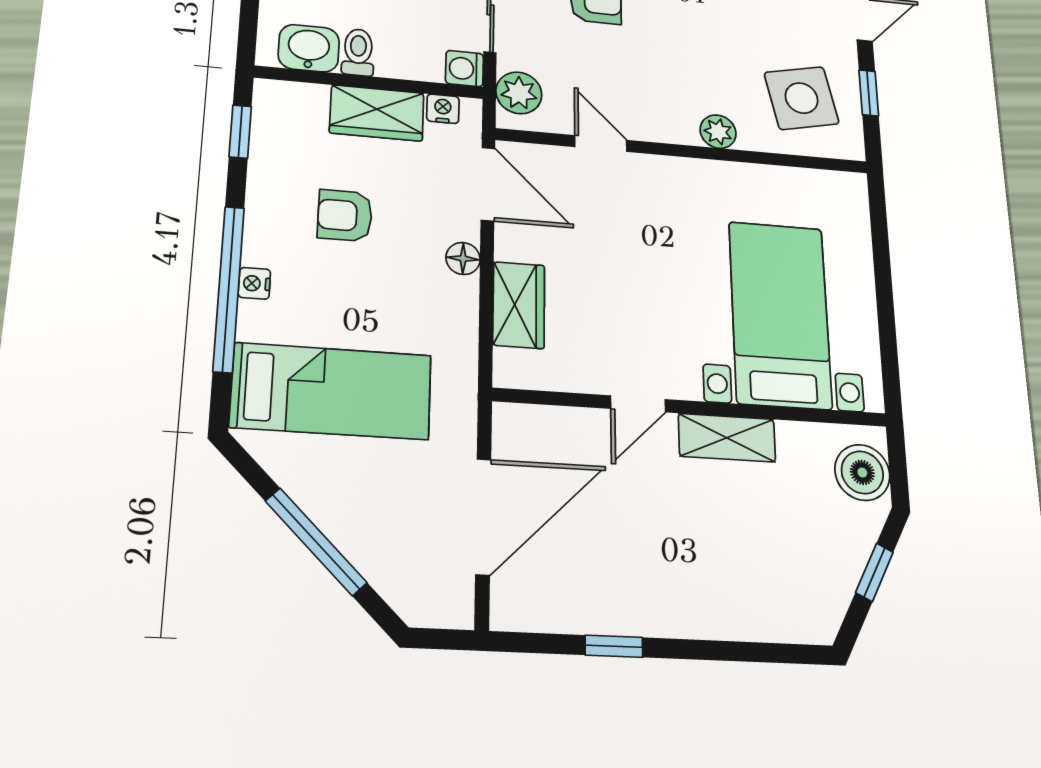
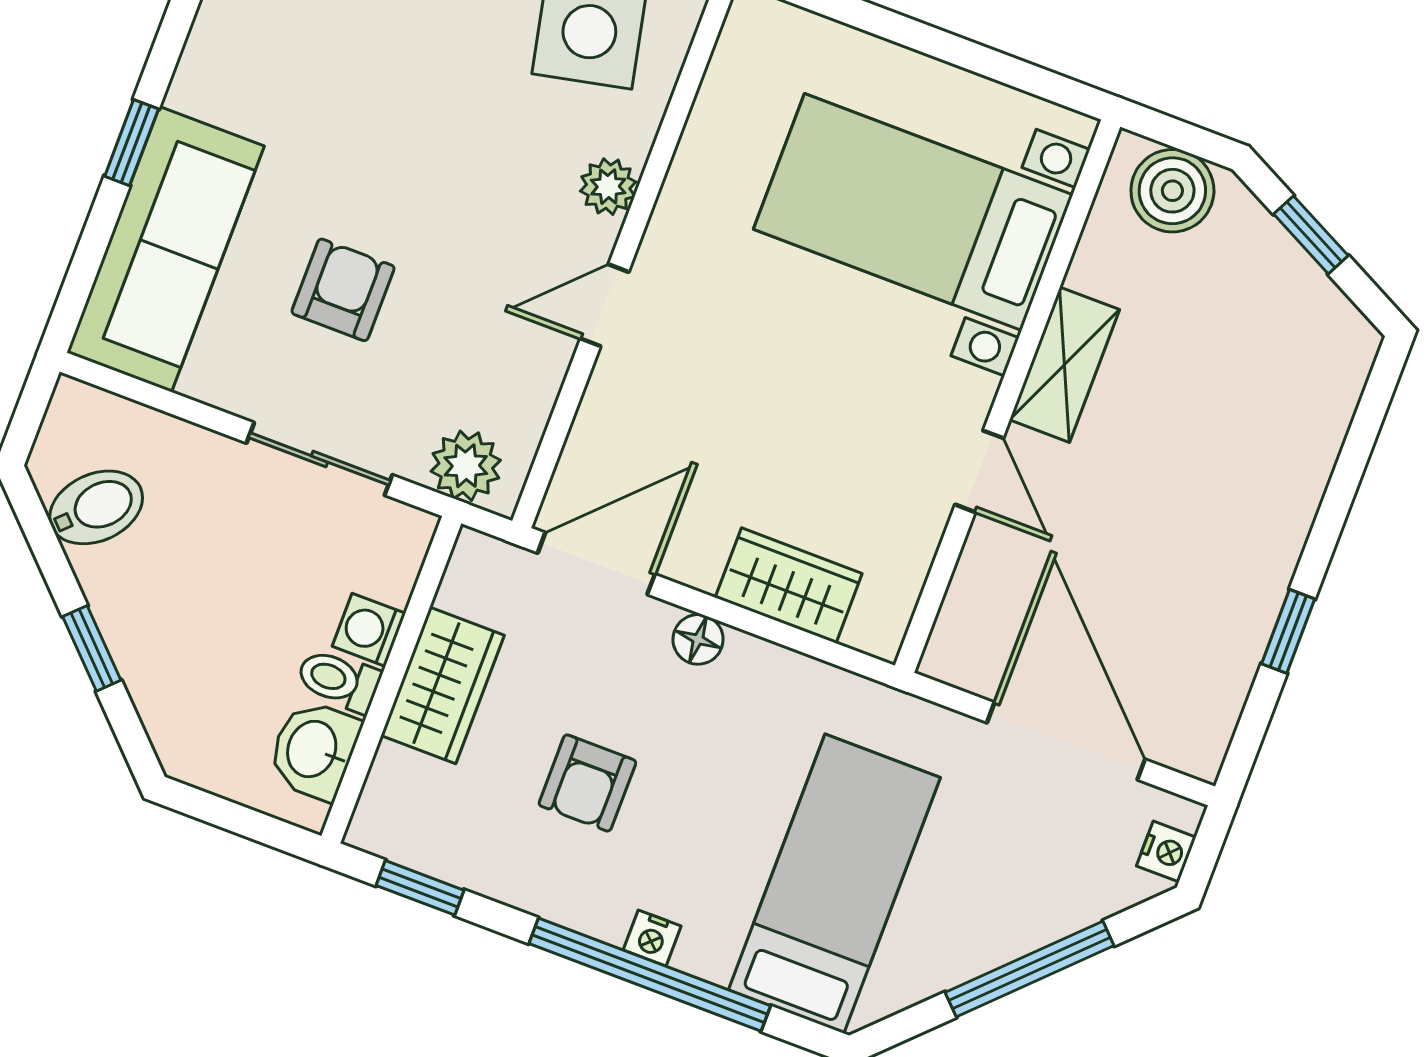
washing machine: (464, 69) -> (369, 630), moved, turned 90
nightstand: (443, 109) -> (1166, 852), moved, turned 180
door: (601, 143) -> (604, 305), moved

